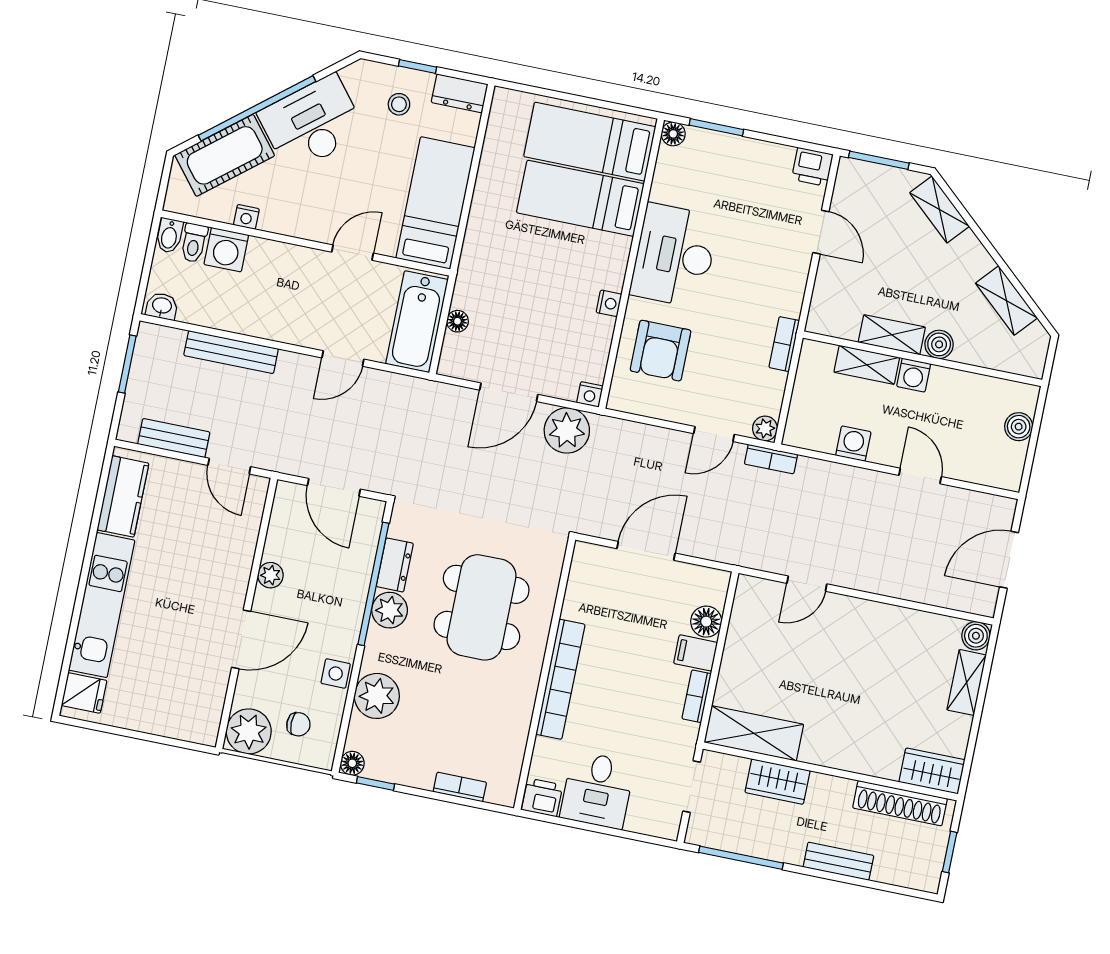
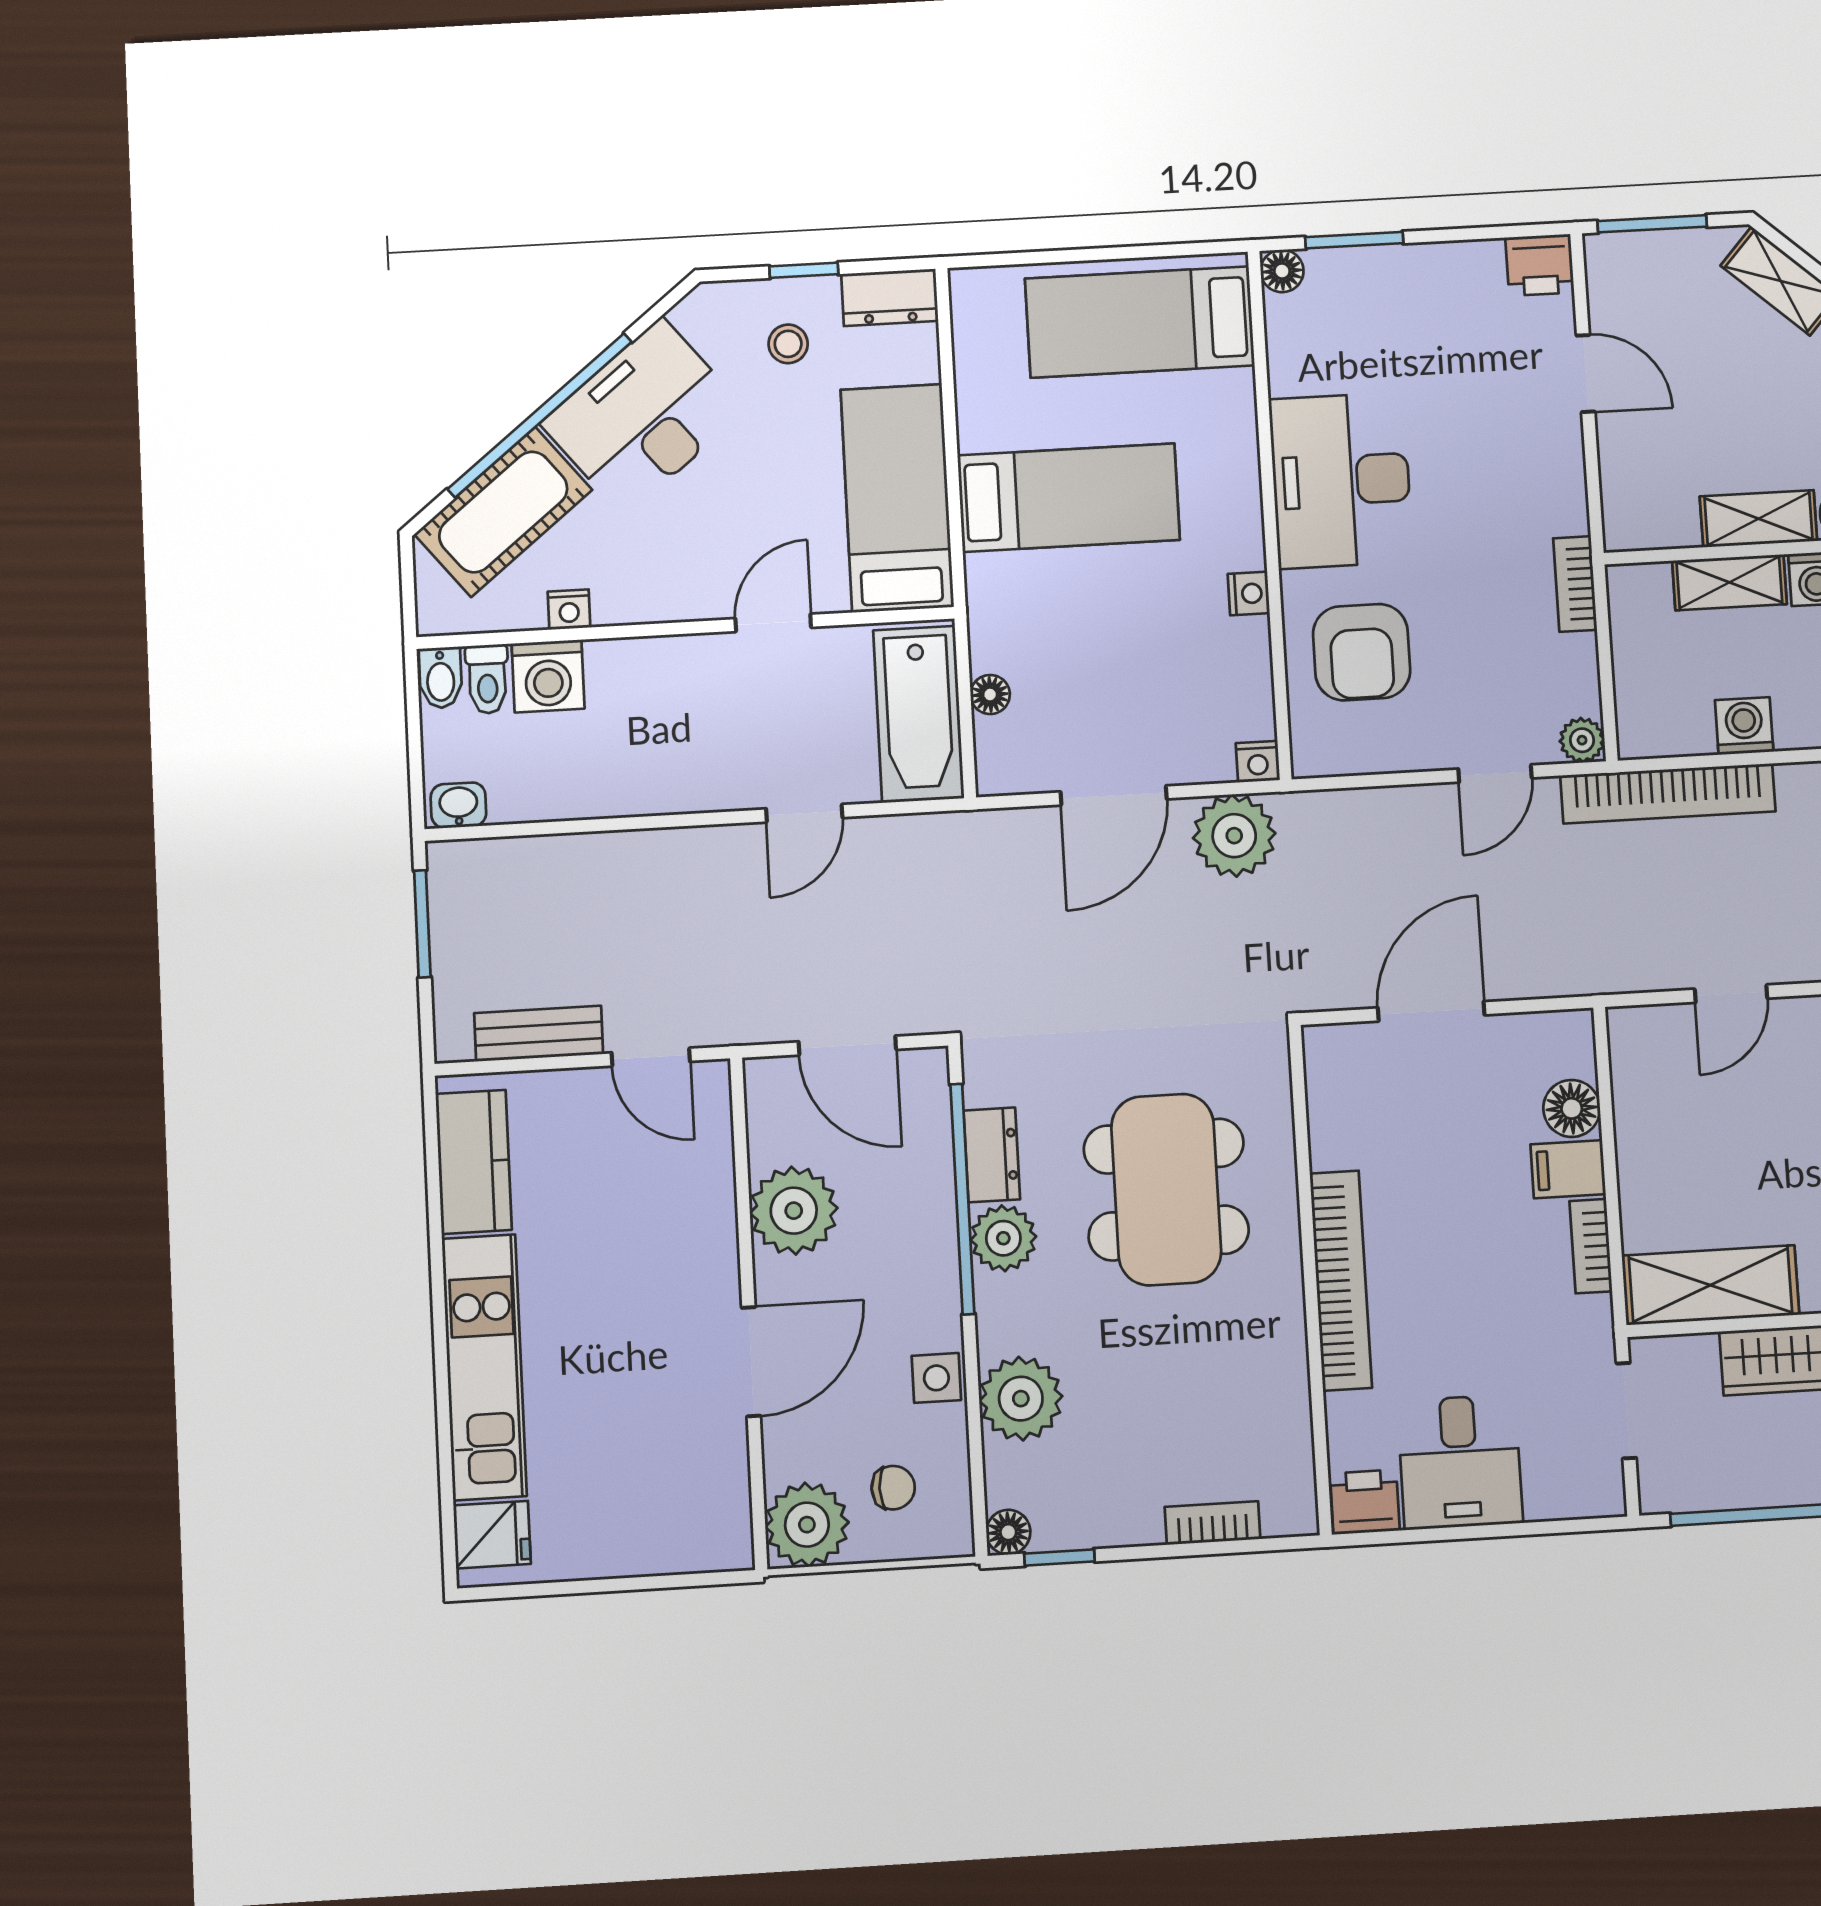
bed: (580, 198) -> (1069, 498), moved, turned 180
bench: (231, 352) -> (602, 854), removed
bookcase: (771, 459) -> (1668, 793), width x2.31, depth x1.31
plant: (270, 575) -> (794, 1211), width x1.88, depth x1.88

